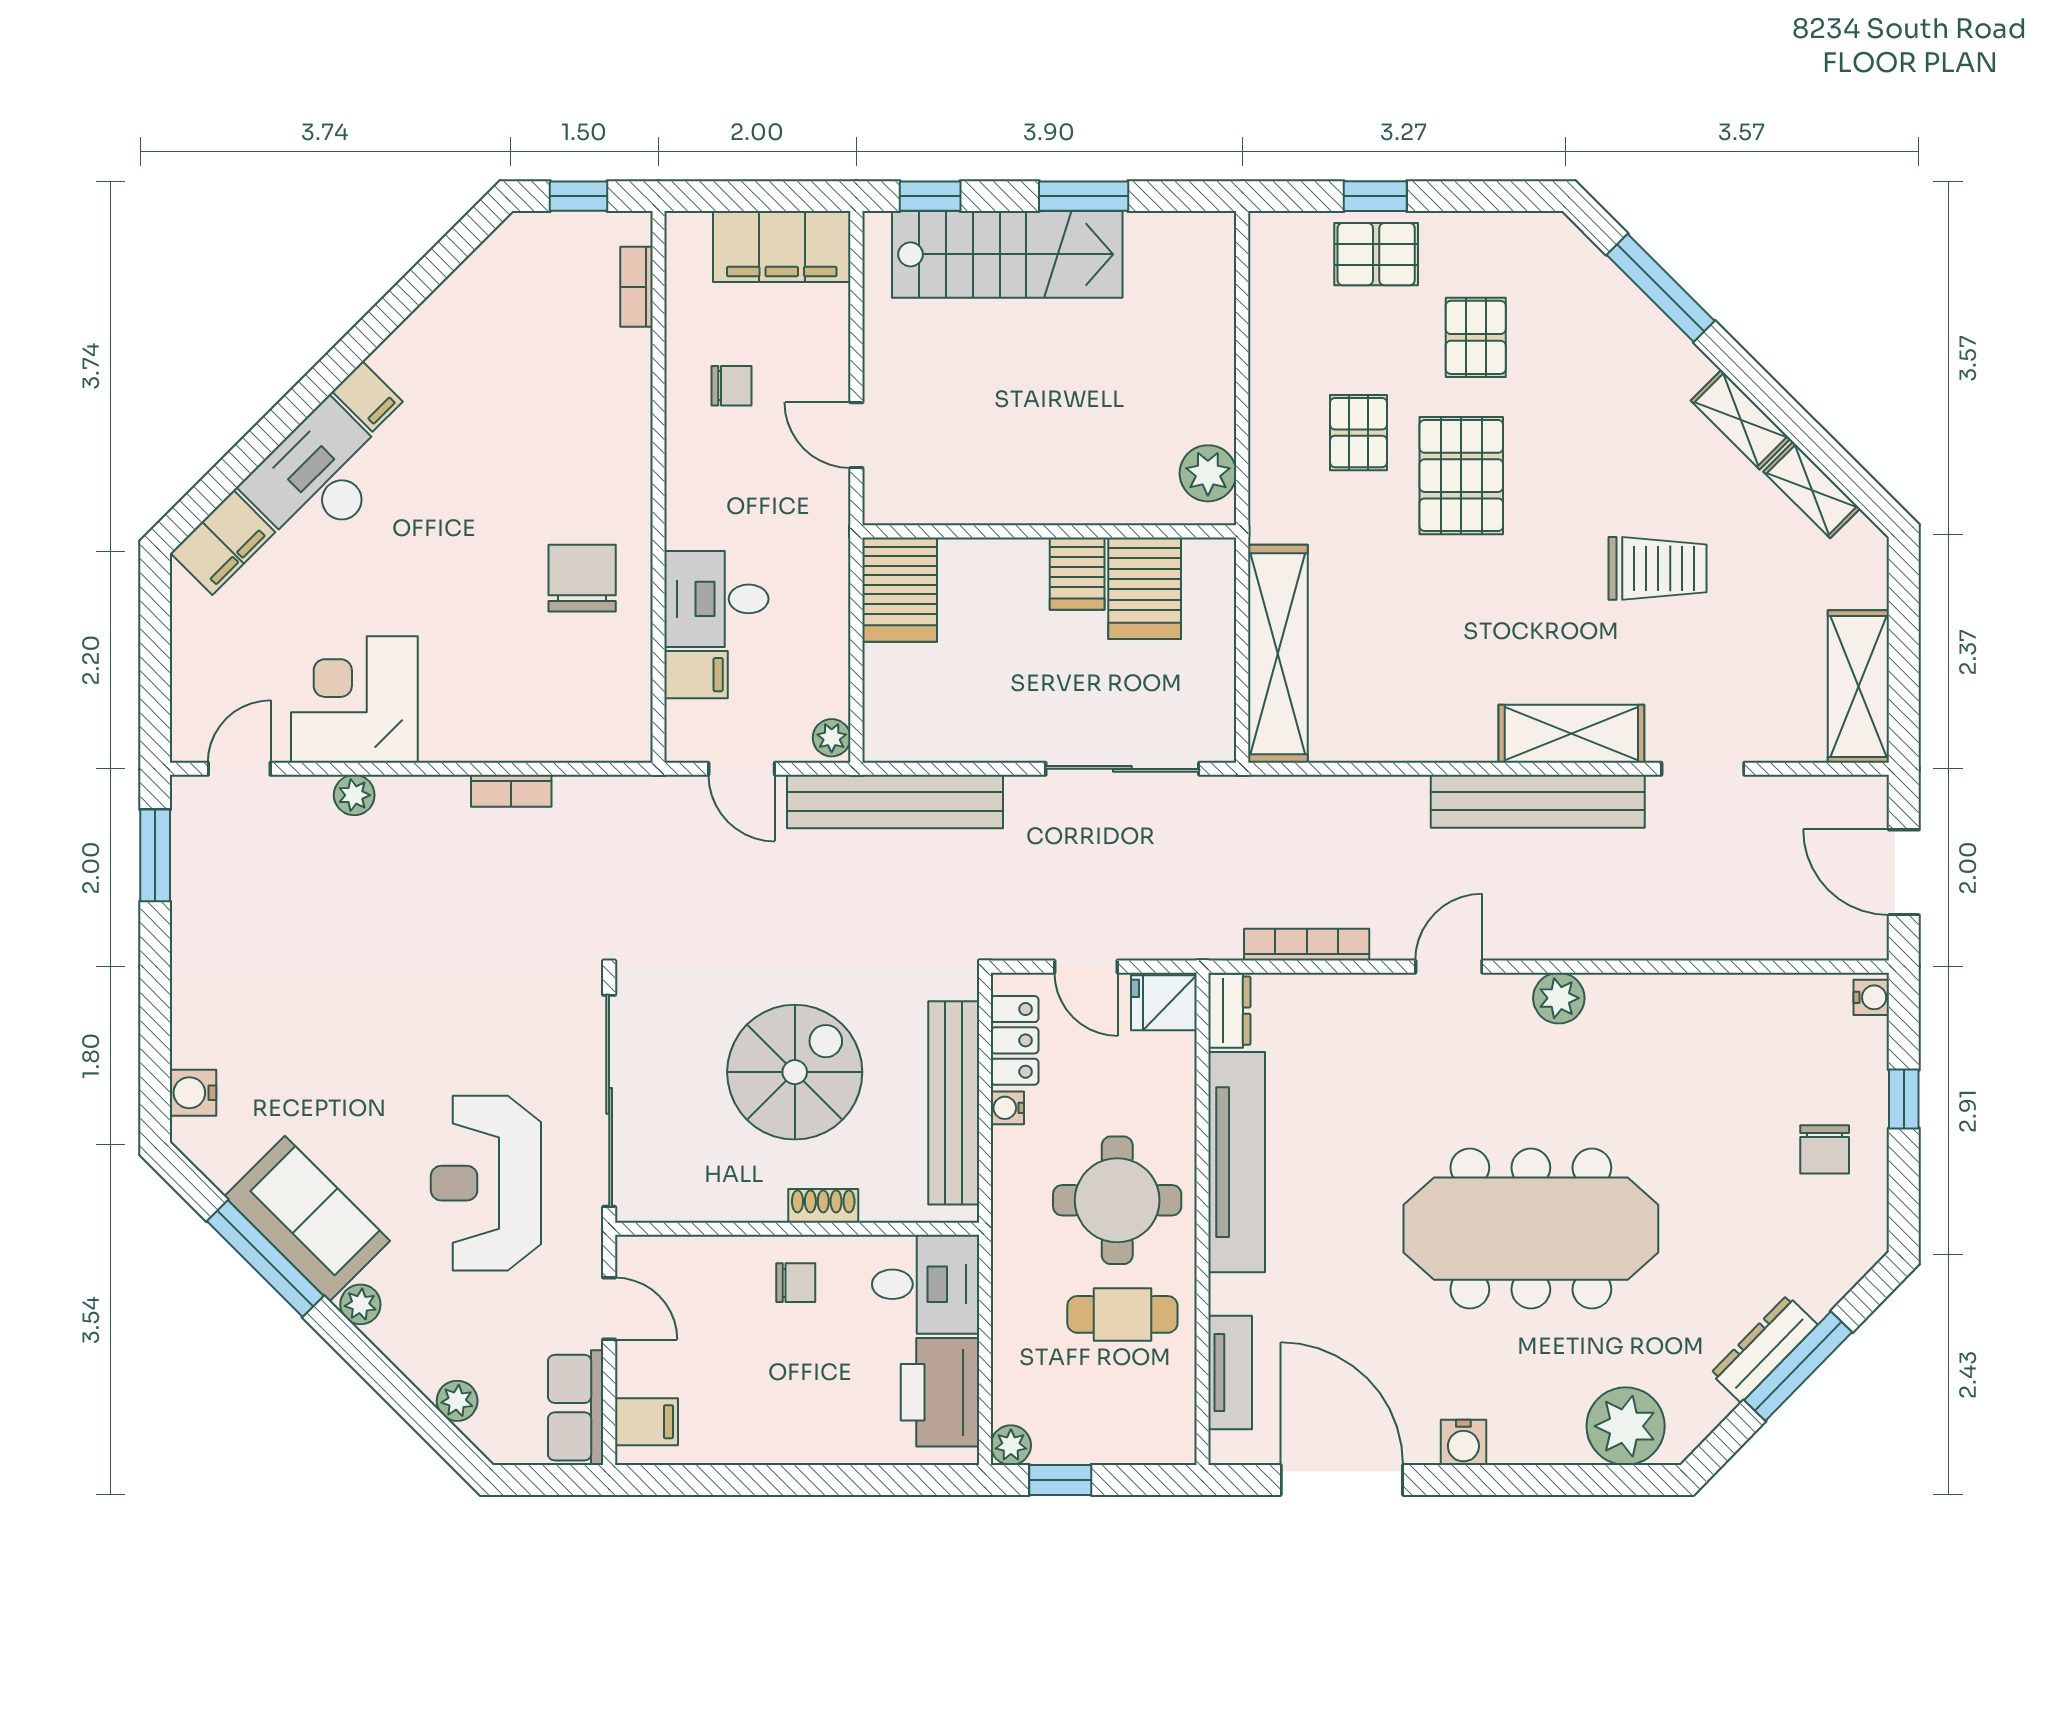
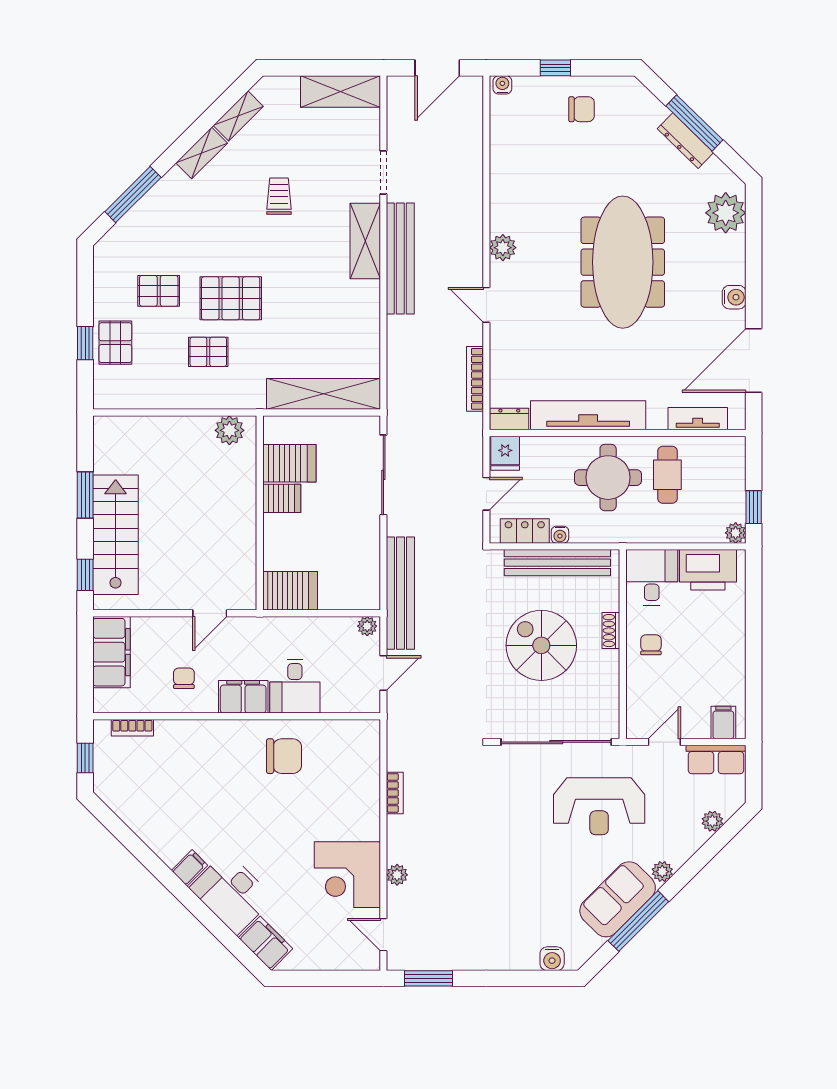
trolley: (1657, 568) -> (279, 196), width x0.73, depth x0.72
chair: (582, 578) -> (284, 756), turned 180
filing cabinet: (696, 675) -> (243, 697), moved, width x2.00

